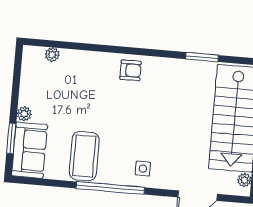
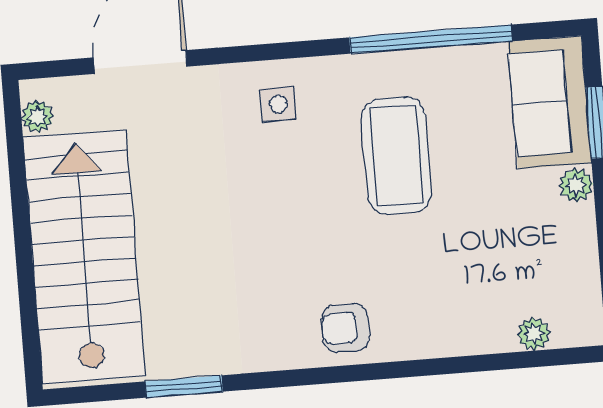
coffee table: (84, 156) -> (396, 156), moved
window: (110, 188) -> (431, 39), moved

